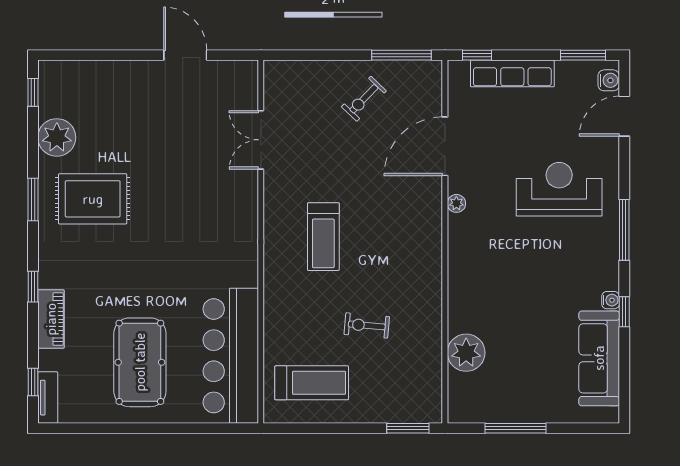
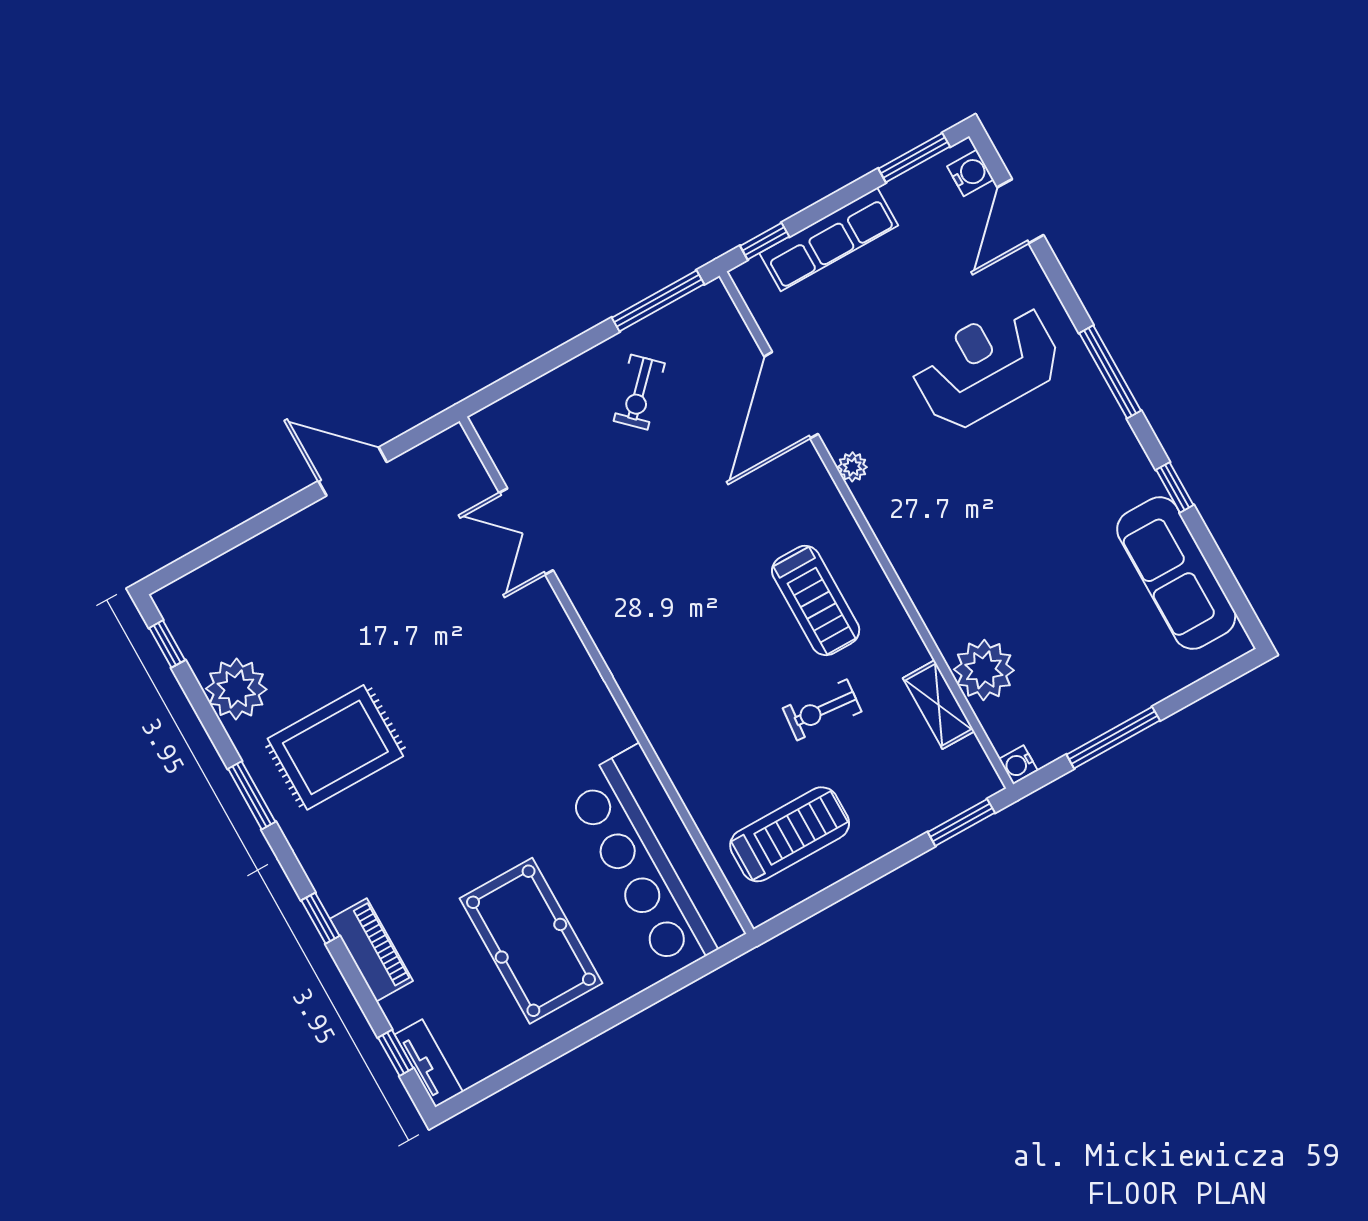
treadmill: (323, 237) -> (816, 600), moved
water cooler: (611, 300) -> (1018, 764), moved, turned 180
shelving: (431, 358) -> (939, 705), added

